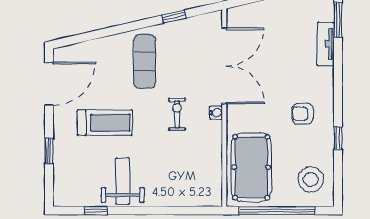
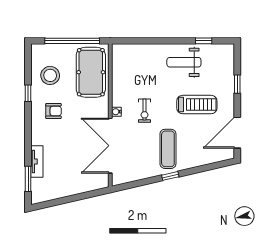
window: (174, 17) -> (170, 176), moved
treadmill: (105, 123) -> (197, 105), turned 180
stool: (311, 179) -> (50, 75), moved
weight bench: (123, 181) -> (184, 62), turned 90

